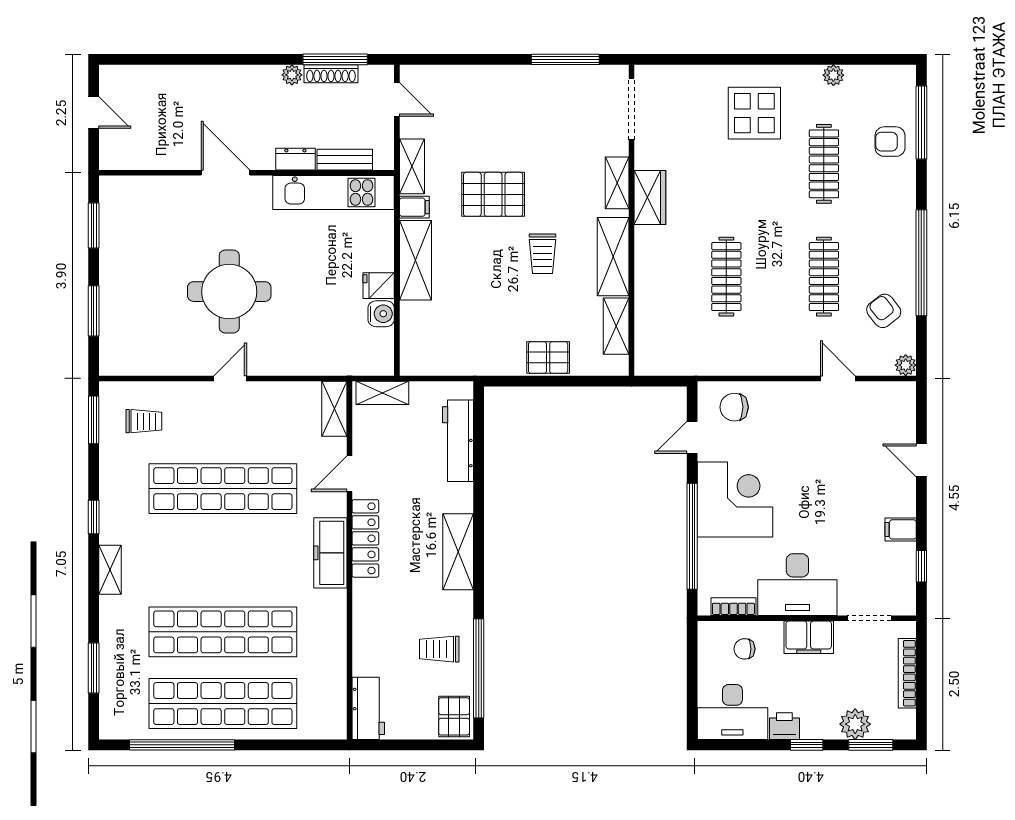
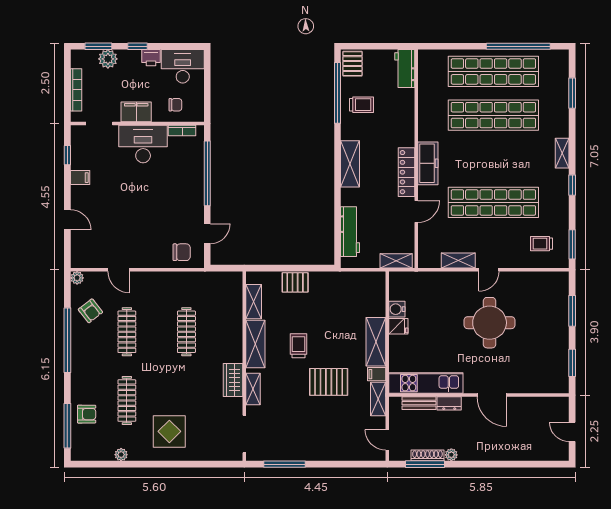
shelving: (334, 409) -> (458, 260), moved, turned 90
corner desk: (735, 499) -> (181, 196), removed

